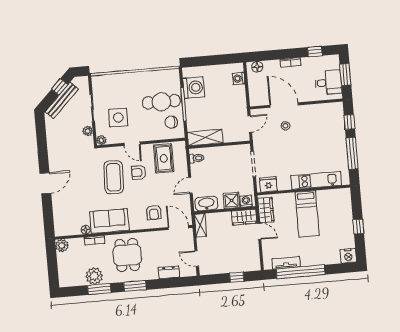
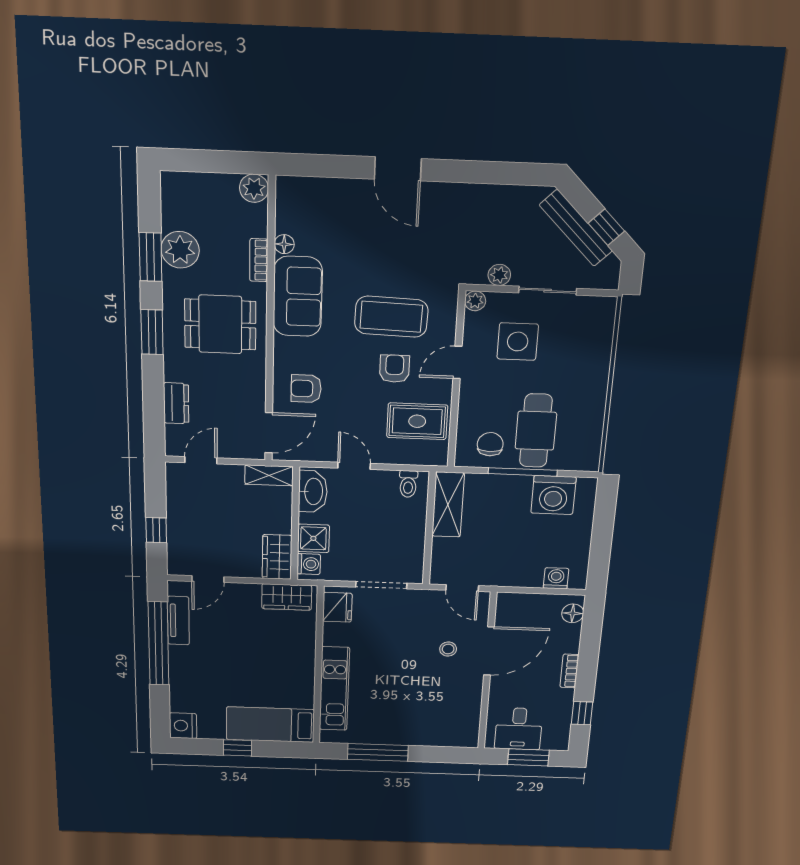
window: (349, 122) -> (438, 754), removed
bed: (307, 214) -> (270, 725), moved
door: (259, 231) -> (208, 579), moved

